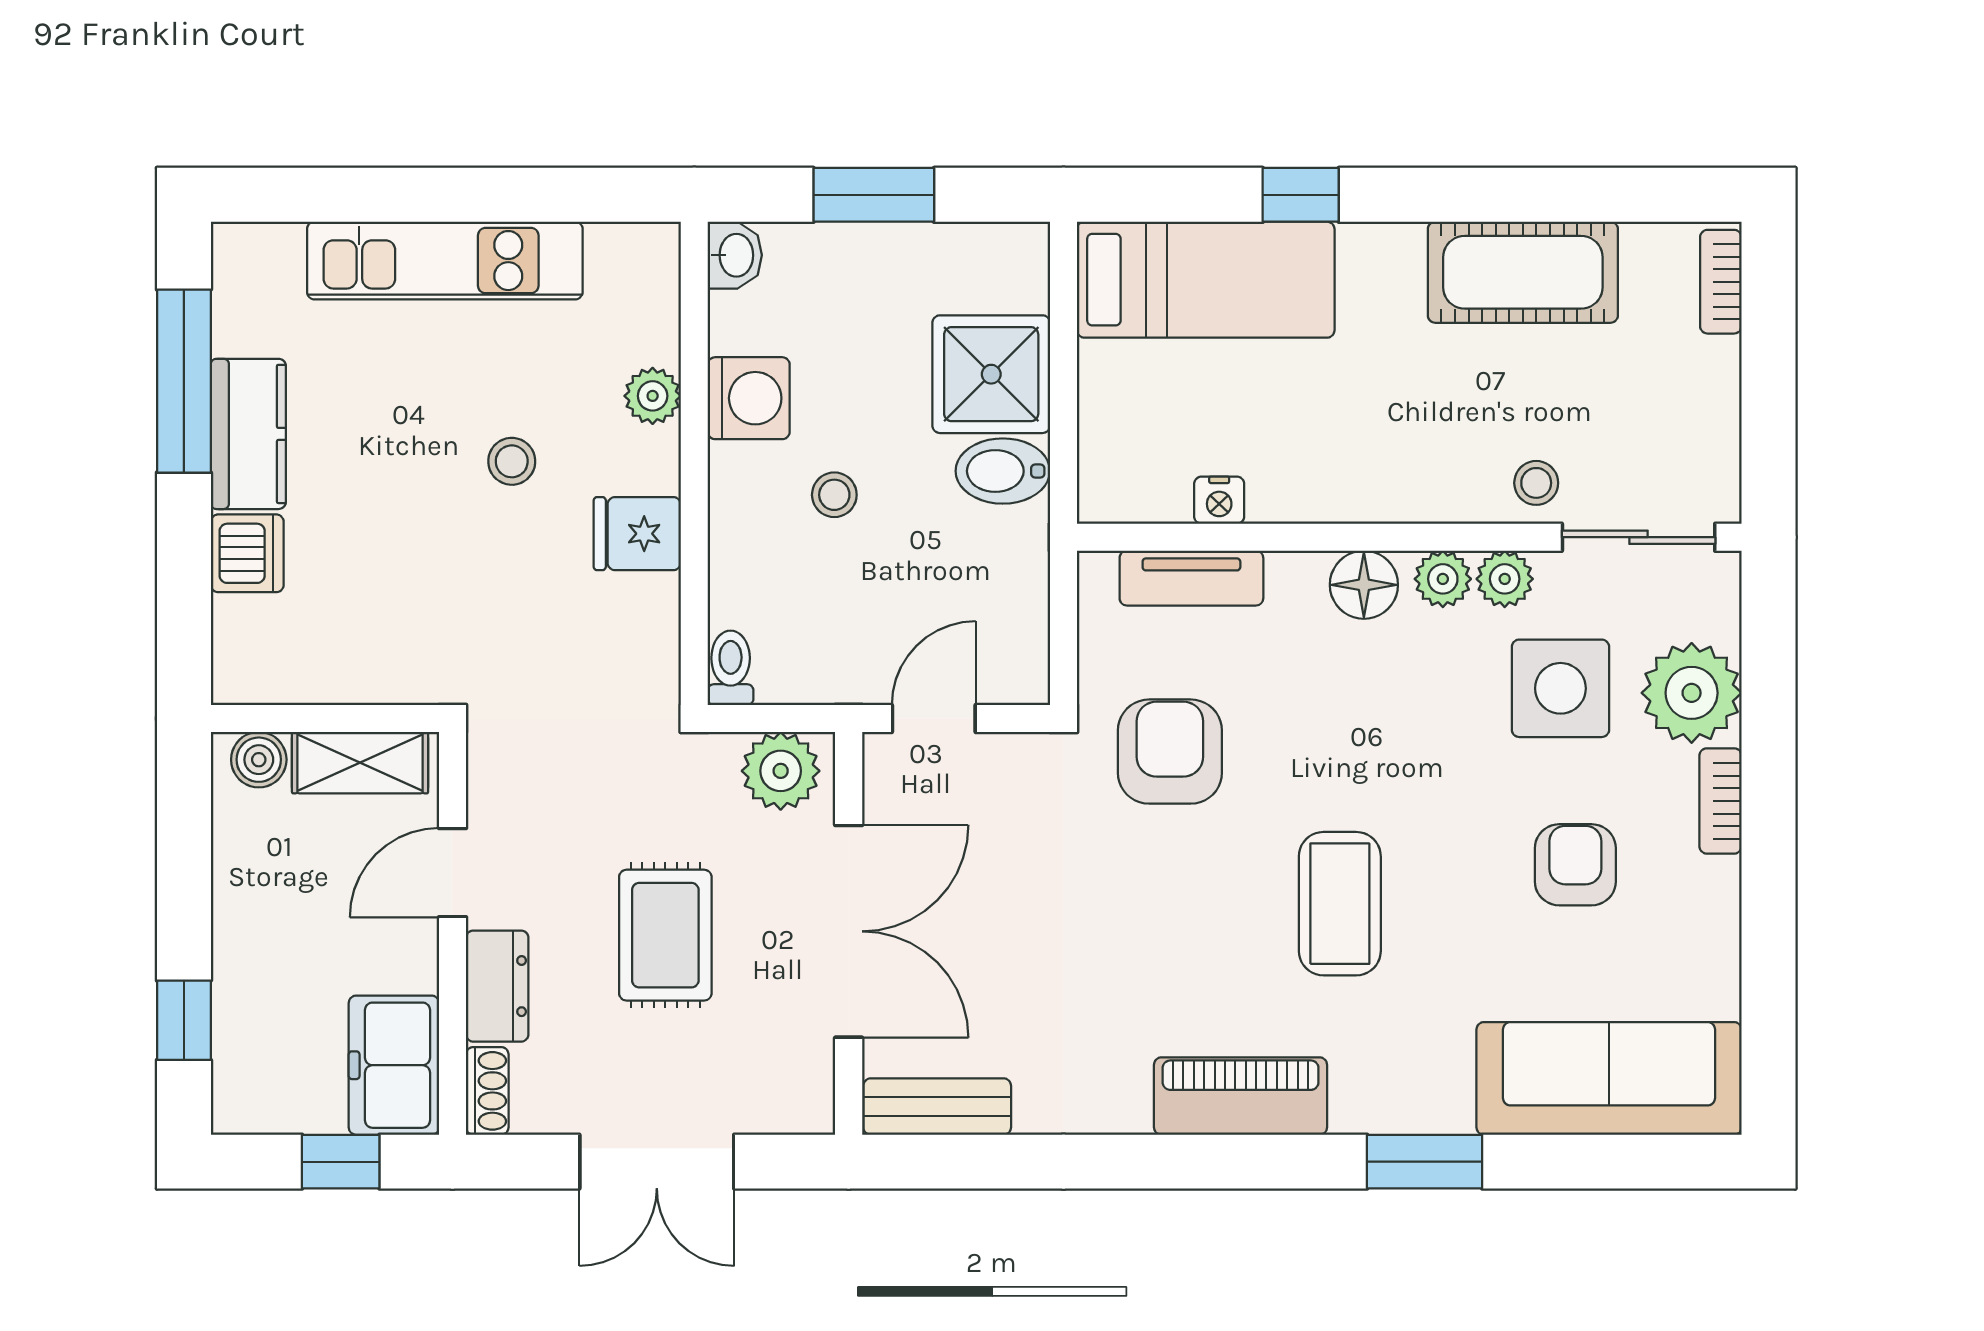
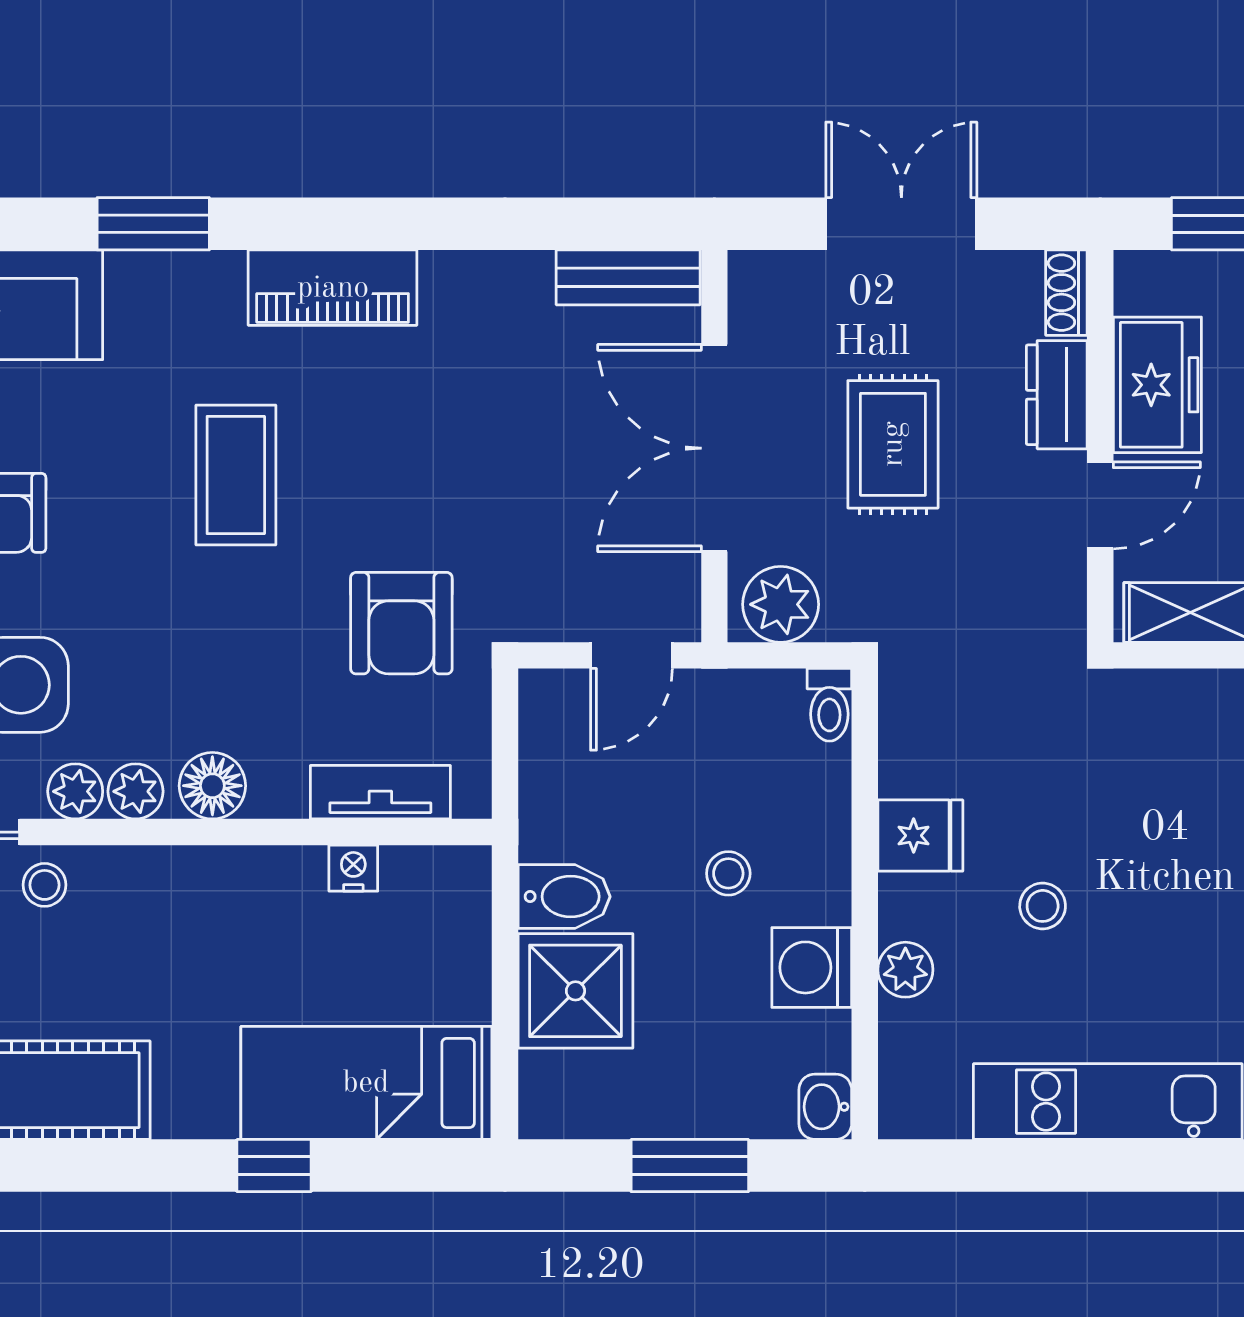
freezer: (394, 1065) -> (1157, 385), moved

